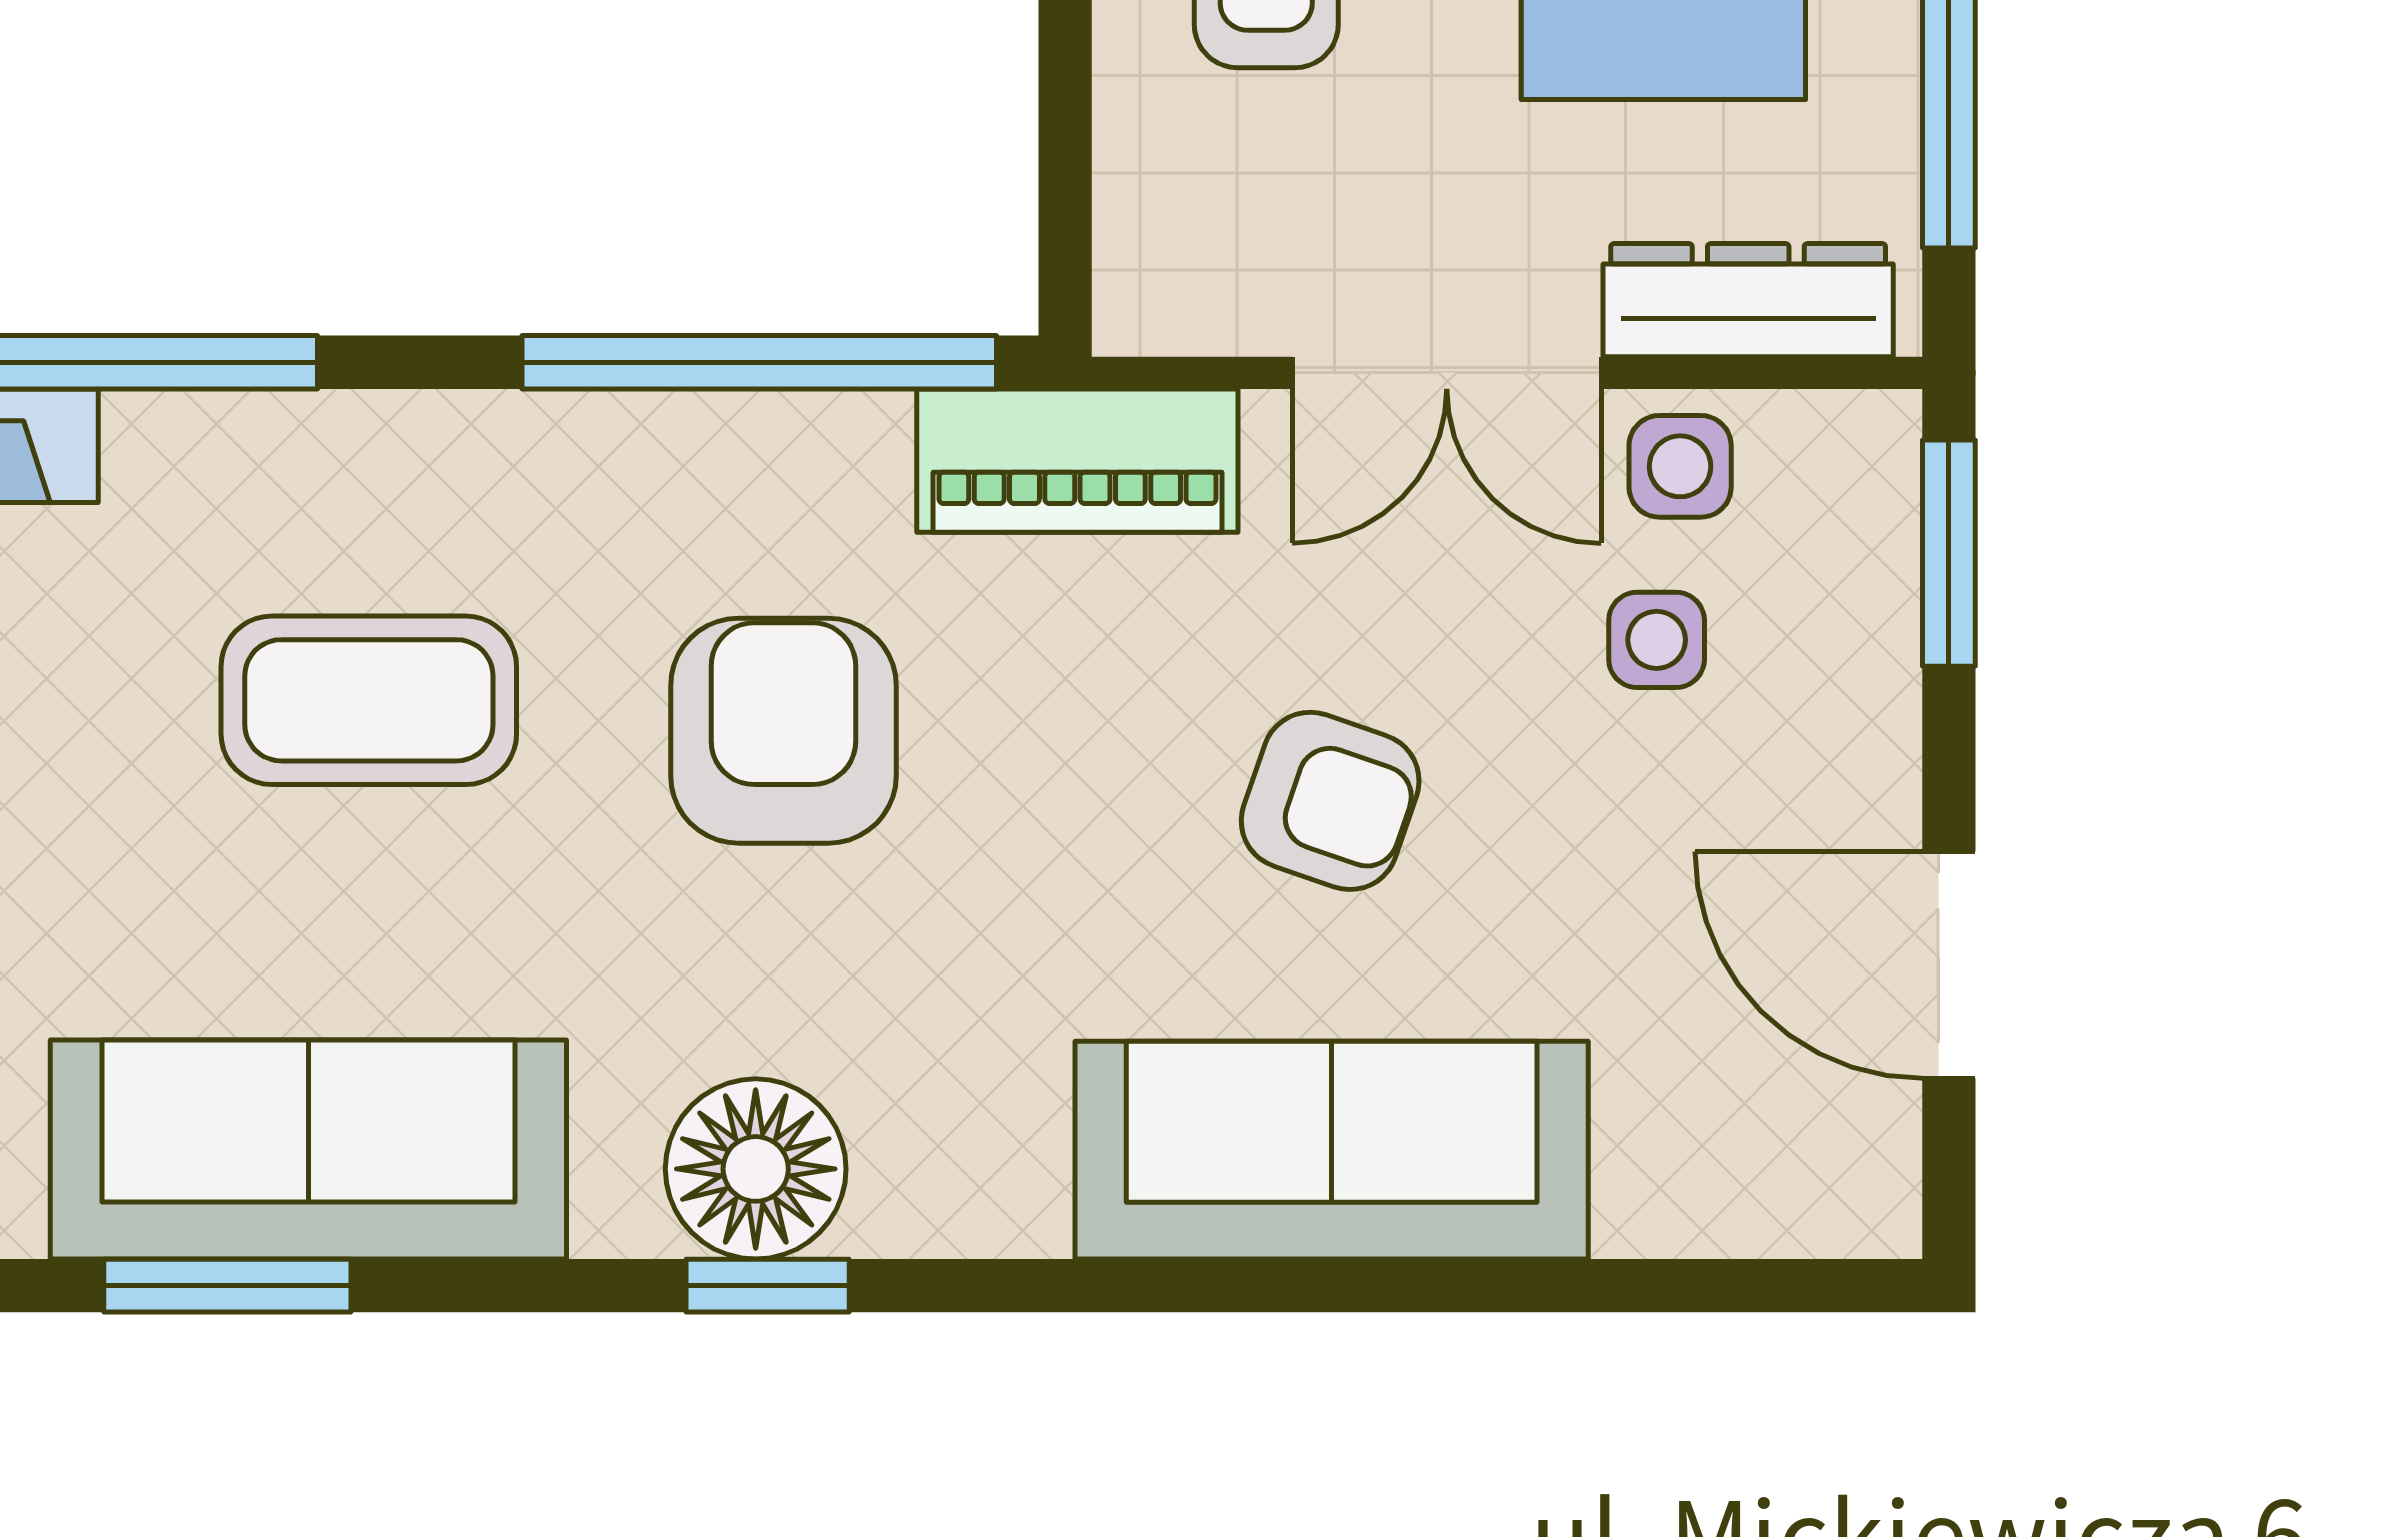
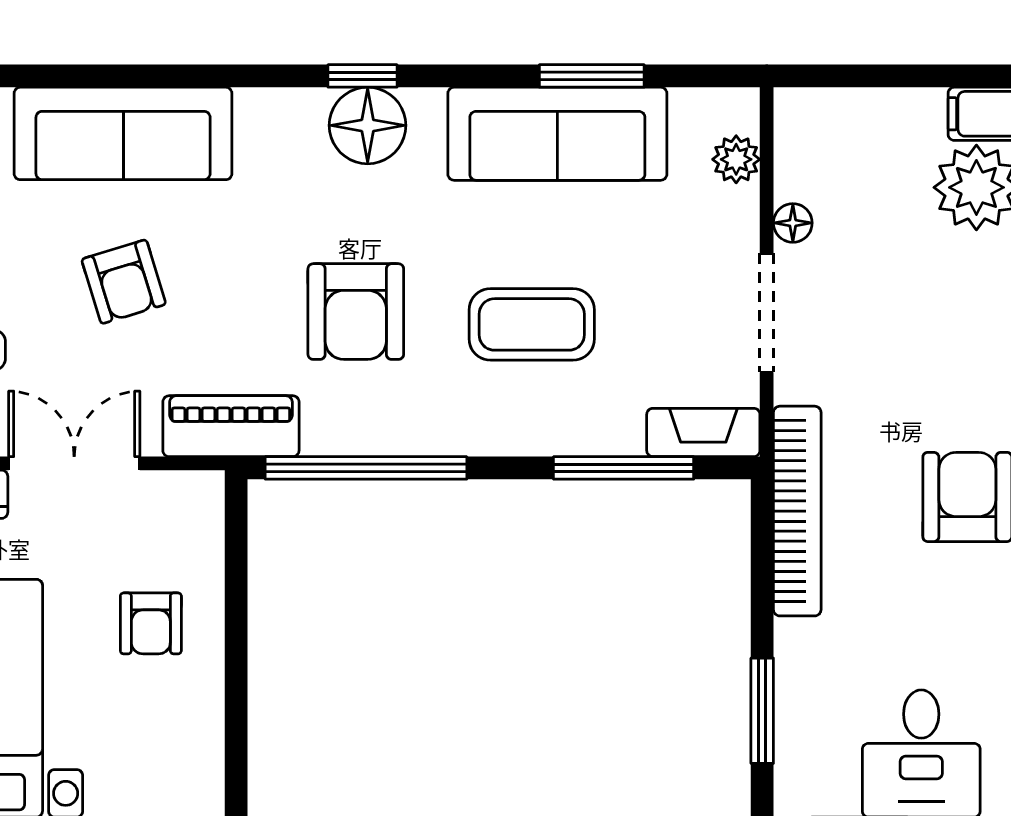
armchair: (1330, 801) -> (124, 282), turned -126

